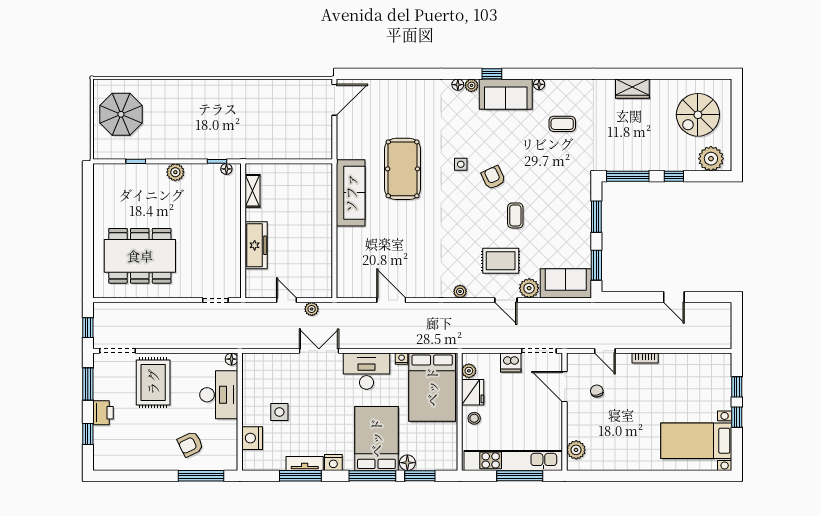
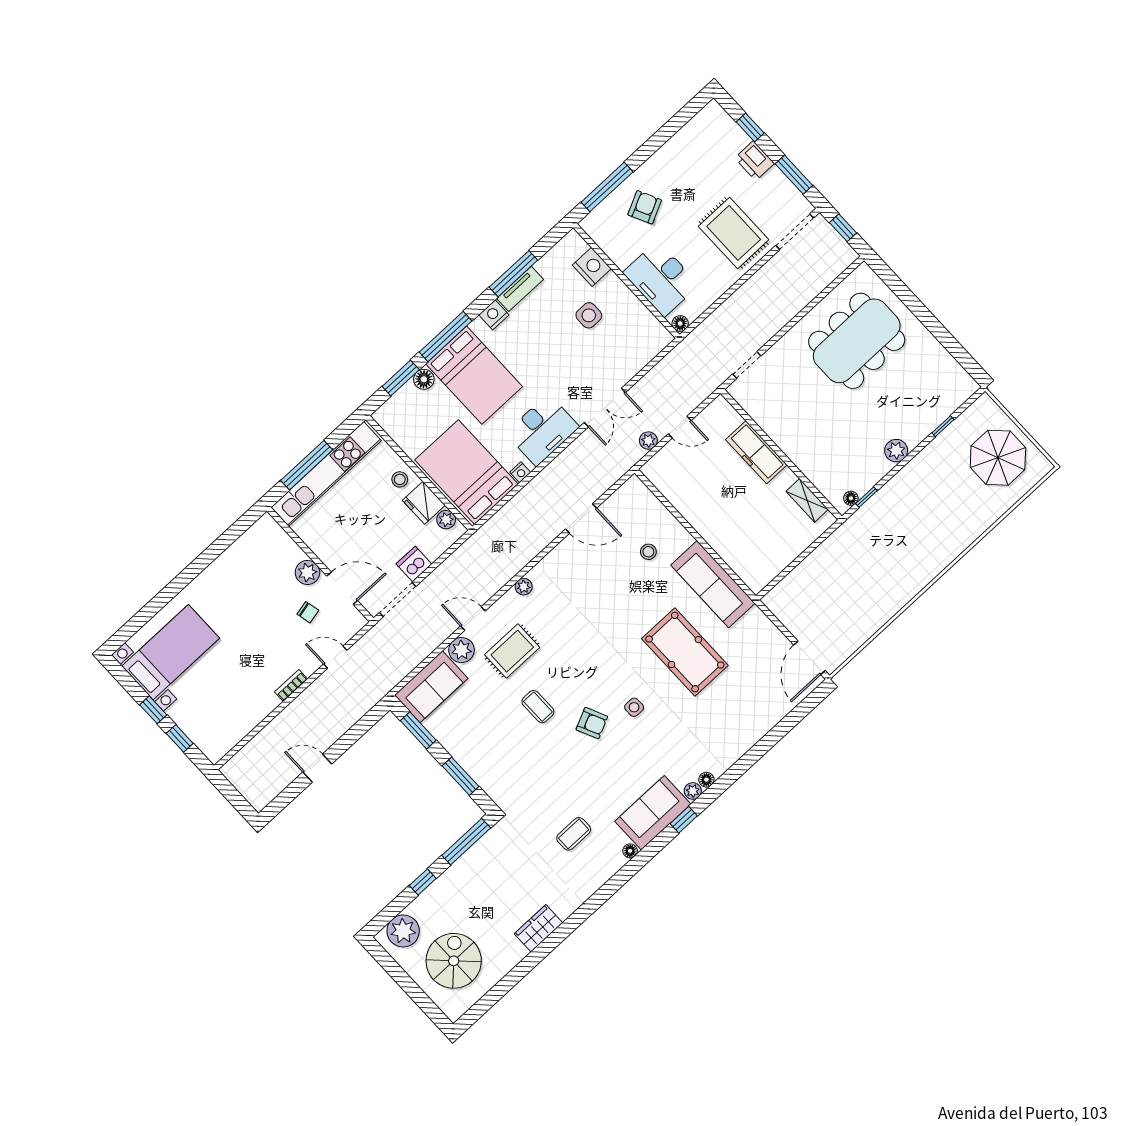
stool: (370, 245) -> (648, 552), added
plant: (576, 450) -> (307, 572), moved

